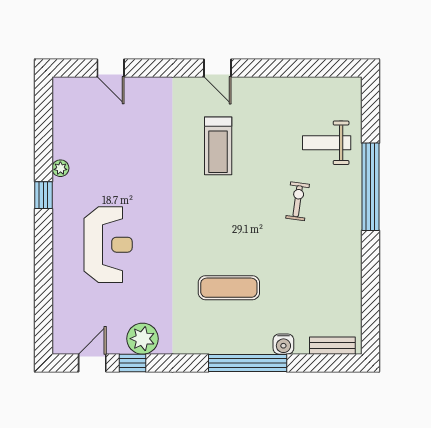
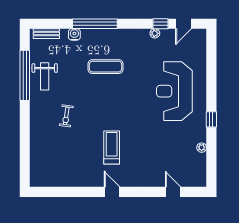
weight bench: (327, 143) -> (45, 76), moved, turned 90
plant: (60, 168) -> (202, 148), moved
window: (370, 187) -> (25, 75), moved
reception desk: (108, 245) -> (174, 91), width x1.36, depth x1.30
plant: (142, 339) -> (155, 33), width x0.53, depth x0.53

